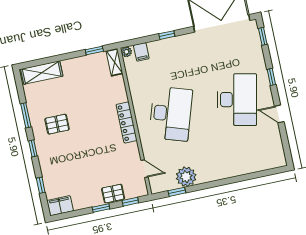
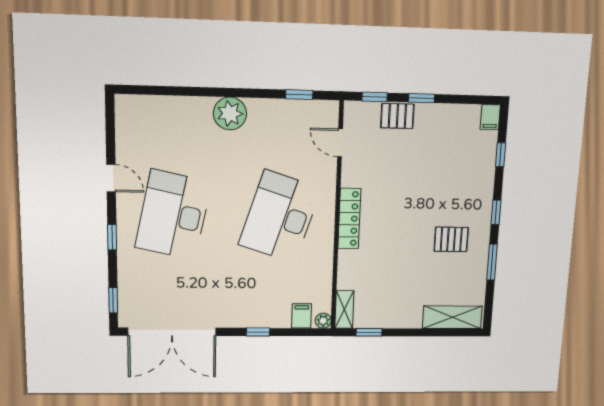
plant: (186, 177) -> (230, 114), moved
filing cabinet: (60, 206) -> (490, 117), width x0.50

